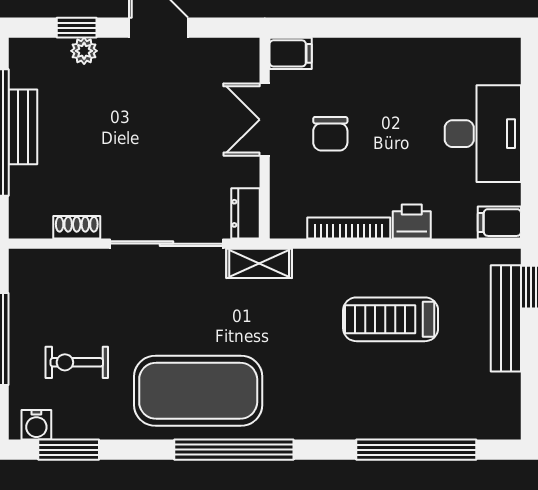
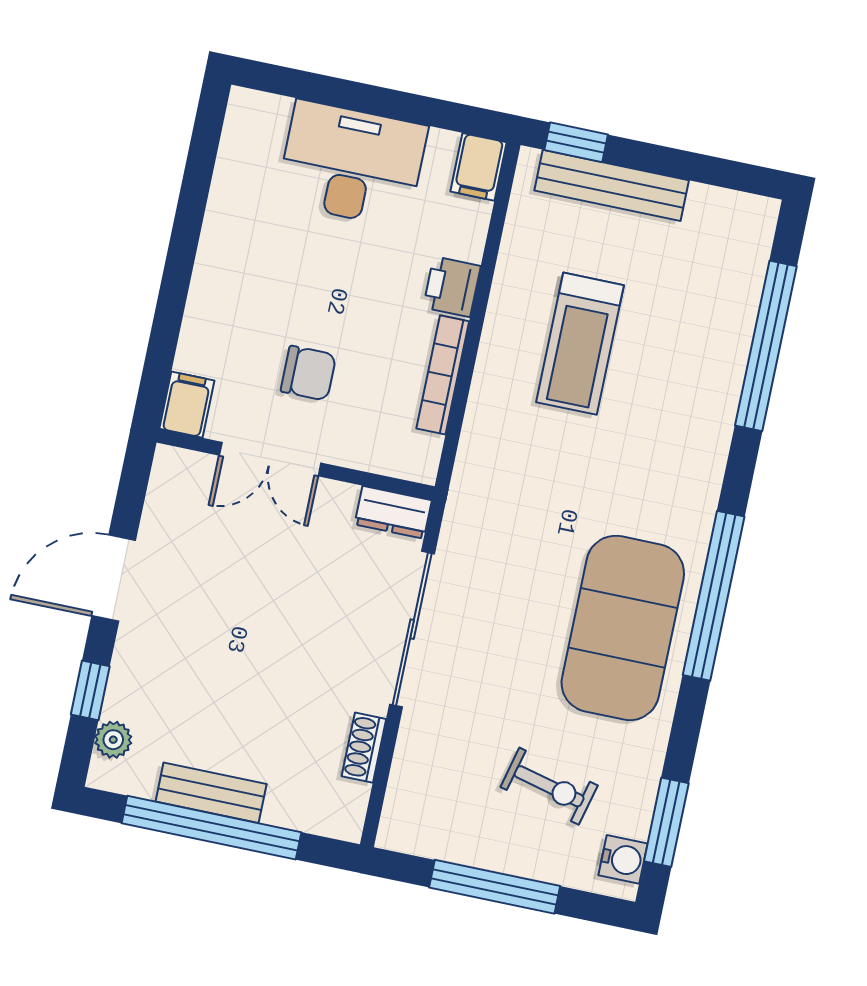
plant: (84, 51) -> (113, 740), moved
shelving: (259, 263) -> (466, 508), removed
exercise bike: (77, 362) -> (549, 786), turned -76

